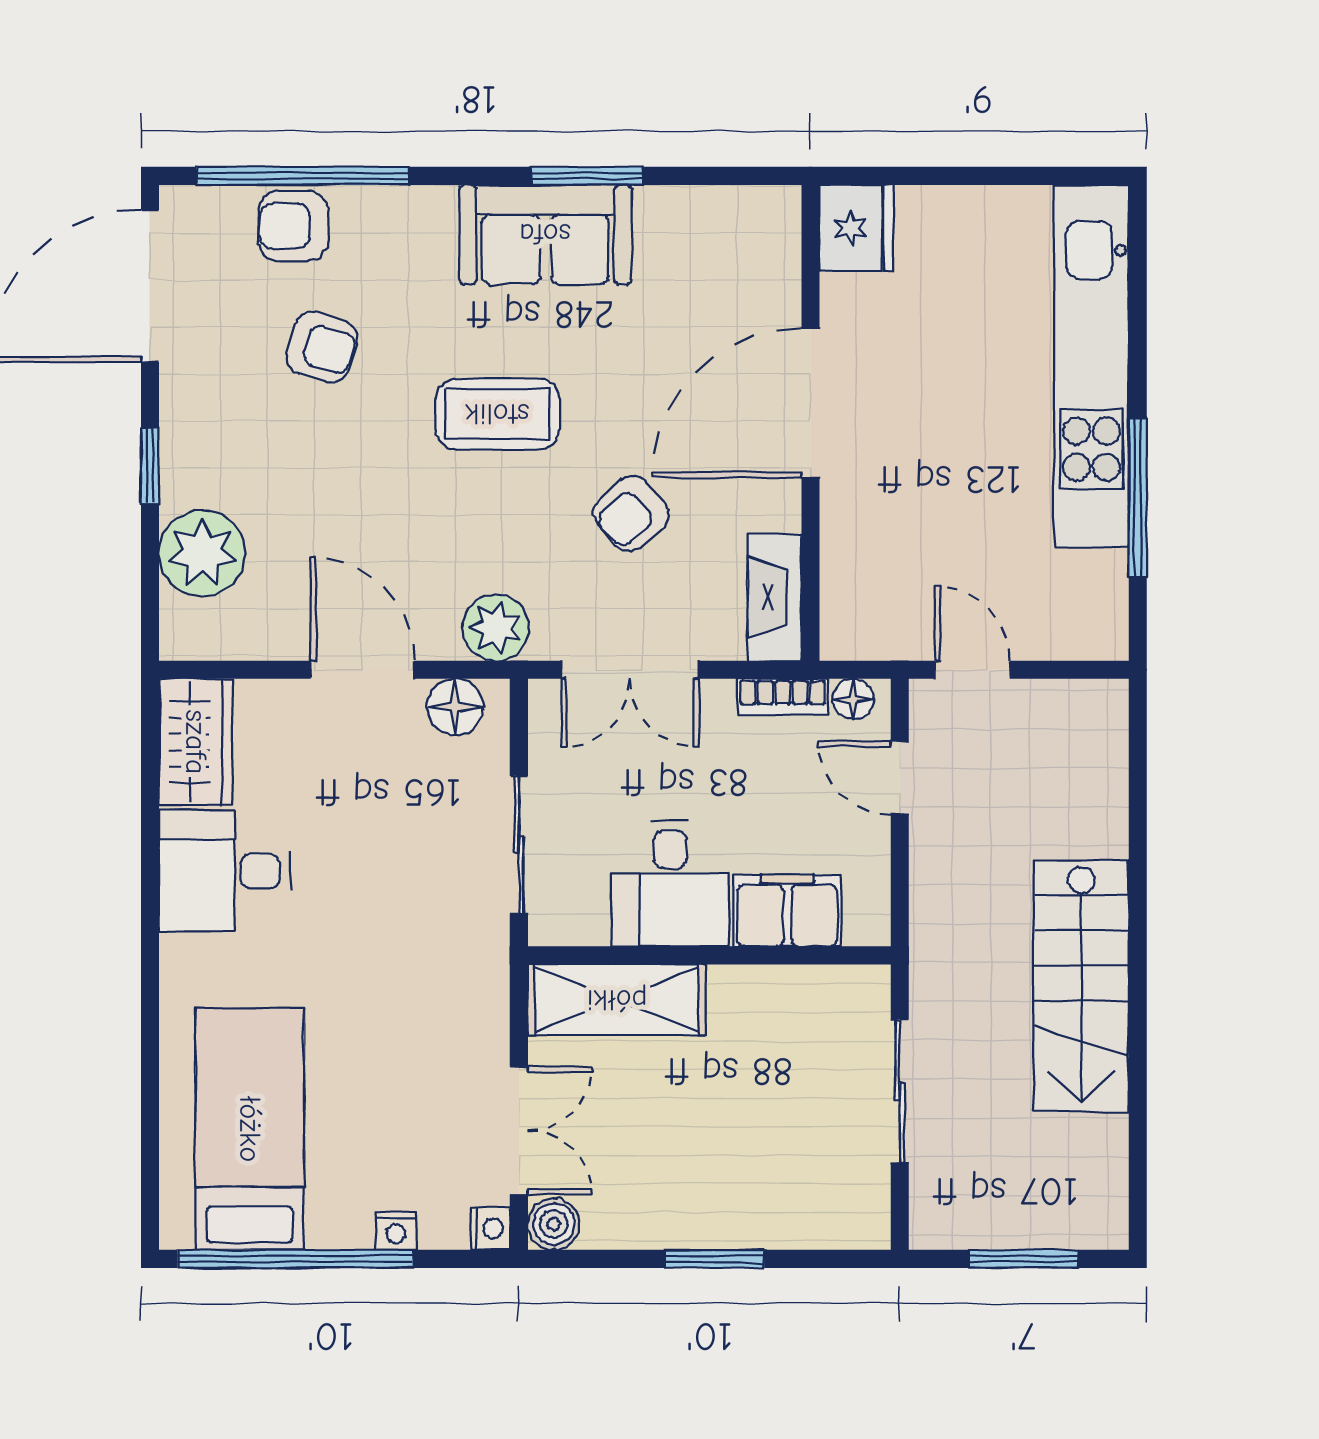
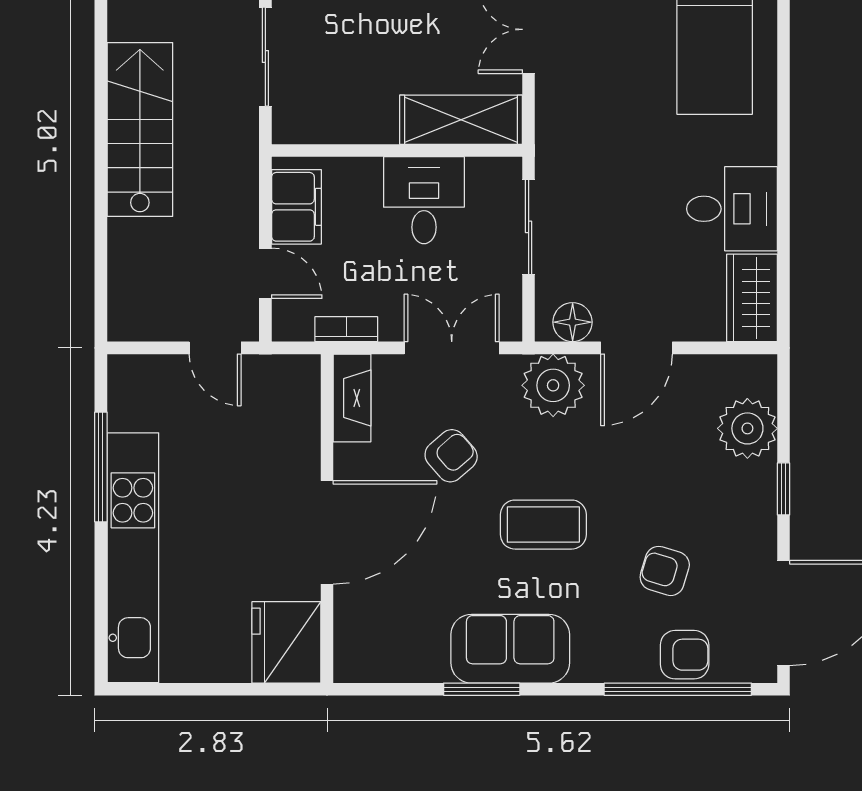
fridge: (857, 228) -> (286, 642), width x1.36, depth x1.34
plant: (495, 628) -> (553, 385), width x1.36, depth x1.36
door: (363, 670) -> (637, 348), hinge flipped
floor lamp: (853, 699) -> (297, 328), removed
filing cabinet: (787, 910) -> (296, 207), moved, turned -90

